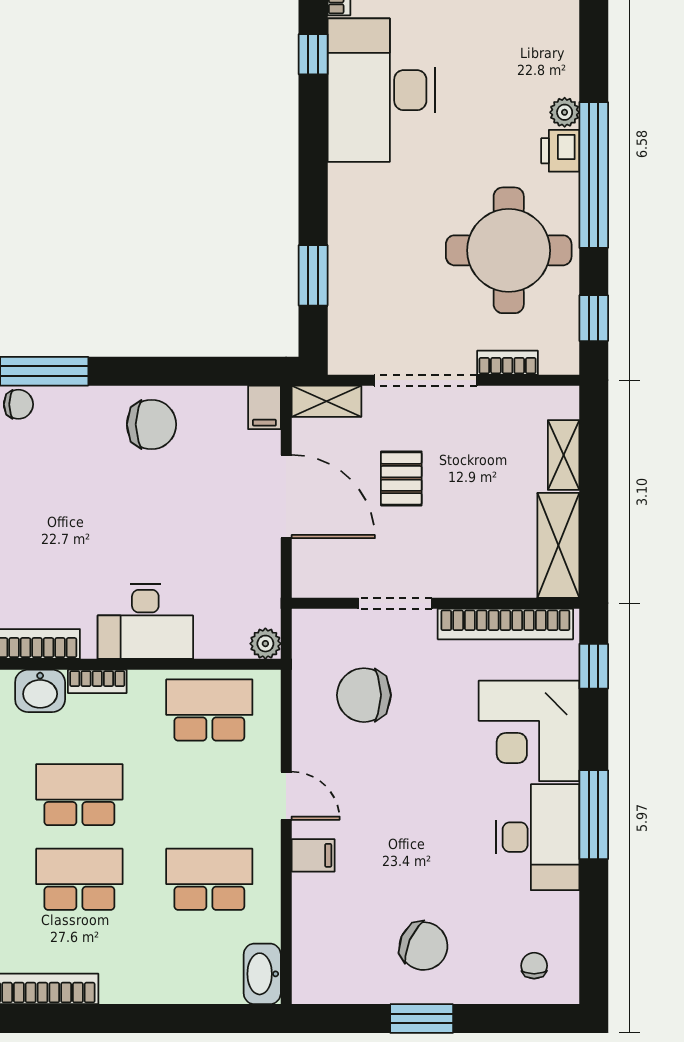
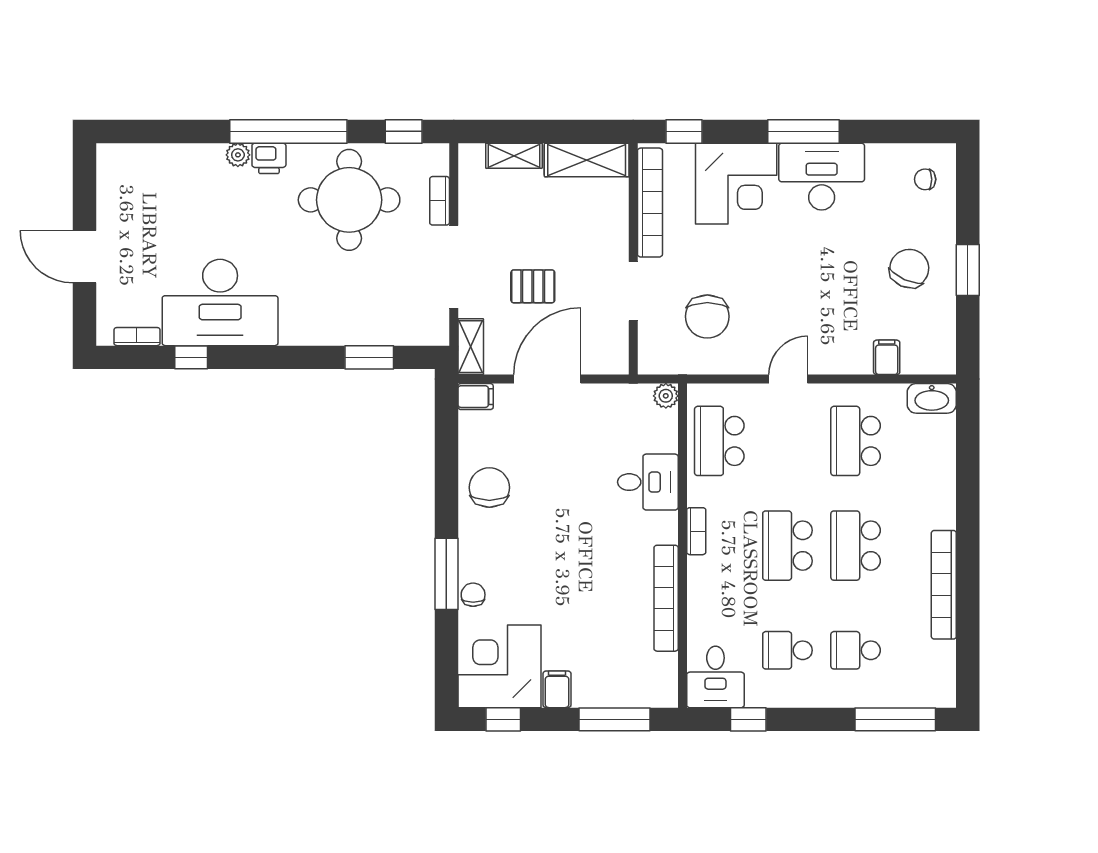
desk: (145, 621) -> (648, 482), width x0.73
washbasin: (40, 691) -> (704, 577), removed
filing cabinet: (313, 855) -> (887, 357), moved

